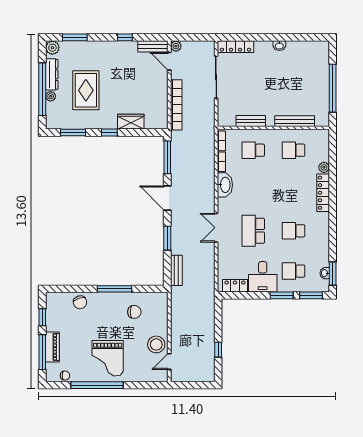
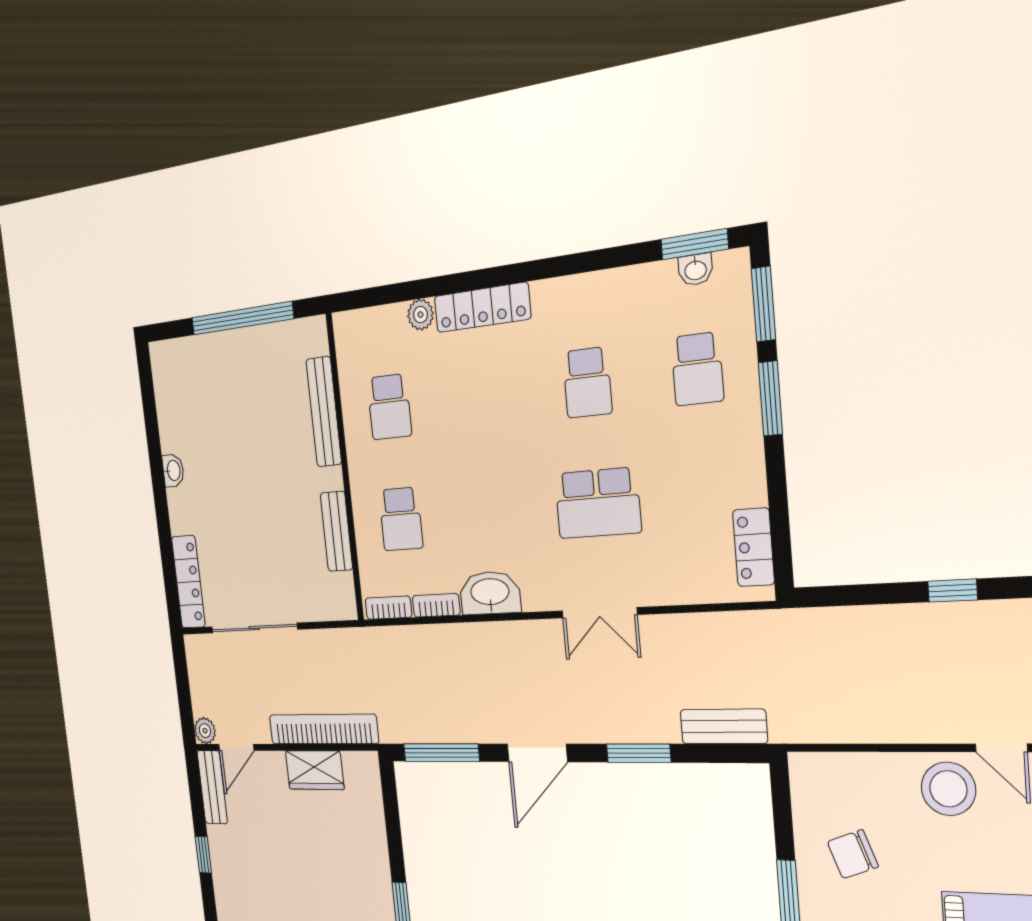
wardrobe: (131, 122) -> (315, 770), moved, turned -90
desk: (263, 277) -> (721, 464), removed
chair: (134, 312) -> (853, 854), turned -110

